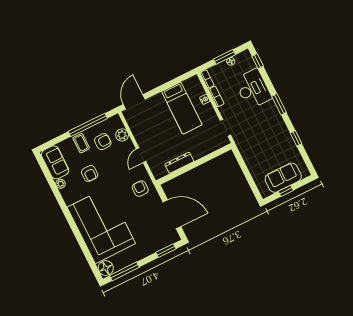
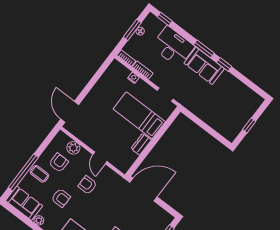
bed: (182, 108) -> (139, 115), moved, turned 180
window: (88, 125) -> (23, 172), moved
window: (296, 138) -> (224, 64), moved
dresser: (179, 163) -> (141, 144), width x0.70
sofa: (283, 178) -> (204, 66), moved, turned -90
armchair: (140, 189) -> (87, 185), moved
door: (172, 214) -> (144, 190), moved

